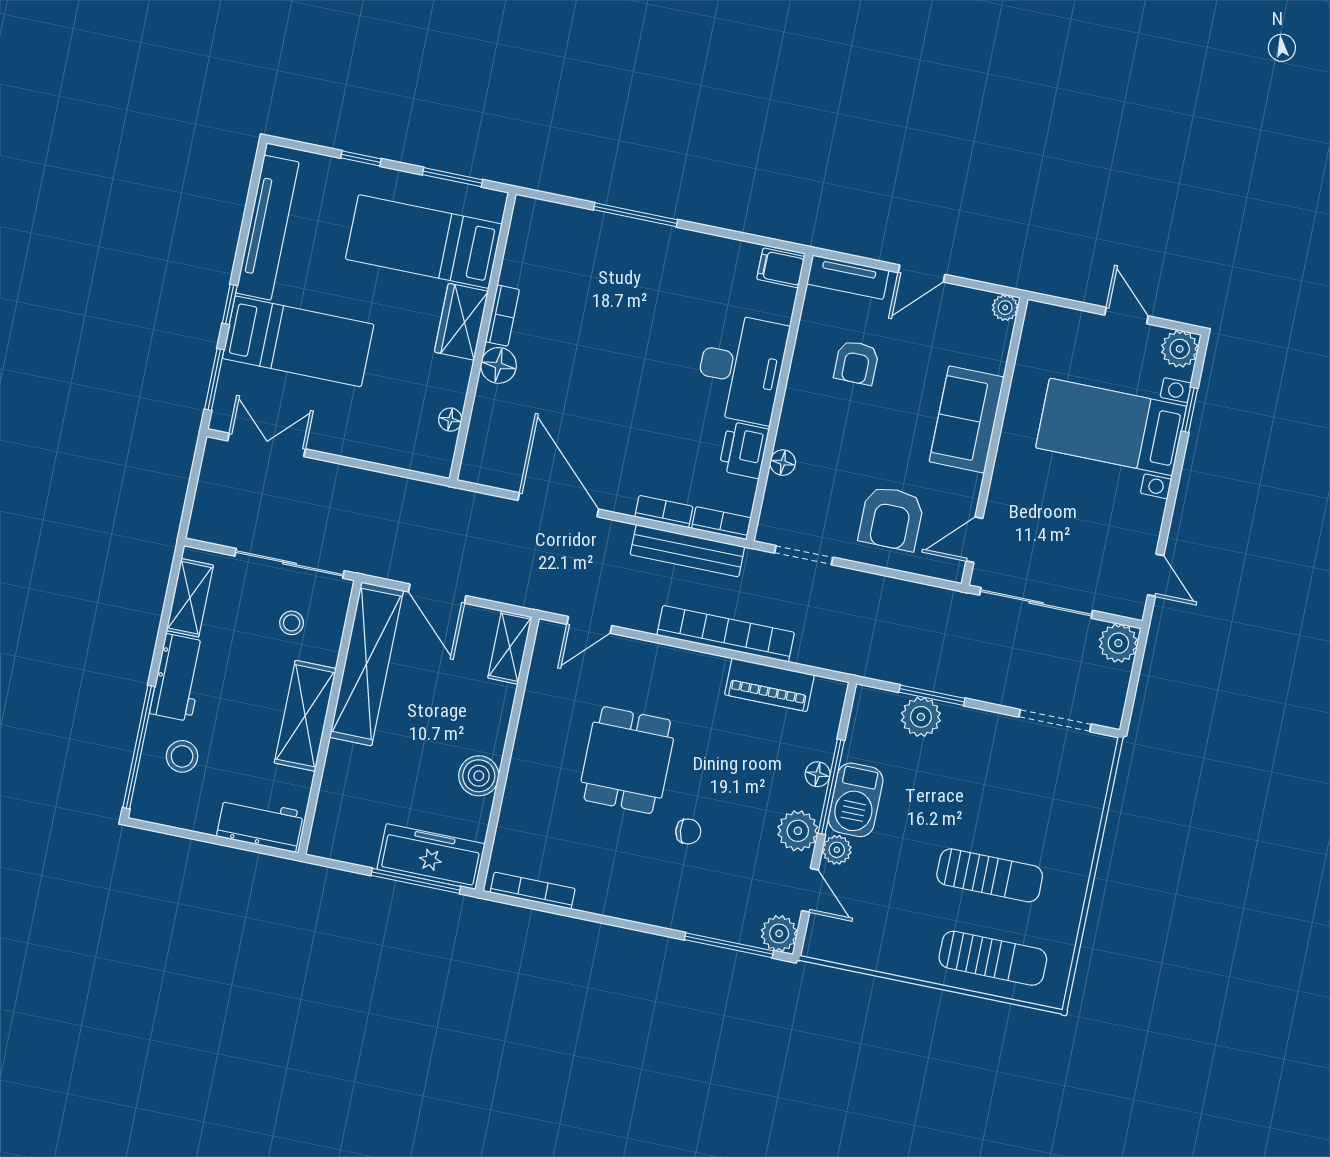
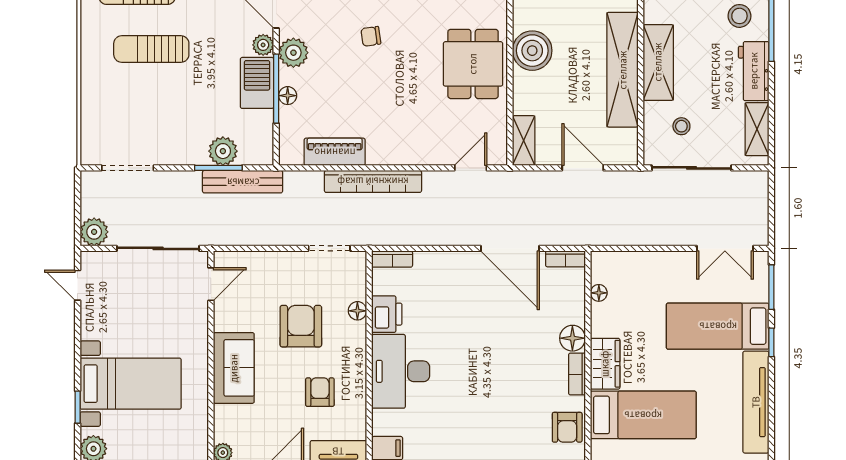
armchair: (531, 246) -> (567, 427), added
bookcase: (664, 512) -> (565, 259), moved
armchair: (891, 518) -> (301, 326), moved
bench: (687, 551) -> (243, 182), moved
shelving: (366, 664) -> (623, 70), moved
dining table: (627, 760) -> (473, 64), moved
boiler: (479, 776) -> (532, 51), width x1.37, depth x1.37

